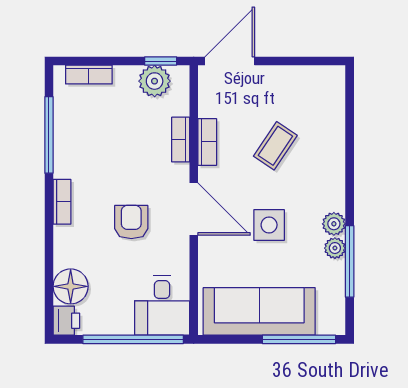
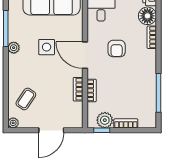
door: (230, 61) -> (51, 130), moved
bookcase: (89, 75) -> (126, 123), moved
coffee table: (275, 146) -> (26, 99), moved
bookcase: (62, 202) -> (152, 37), moved
plant: (335, 248) -> (13, 123), moved

